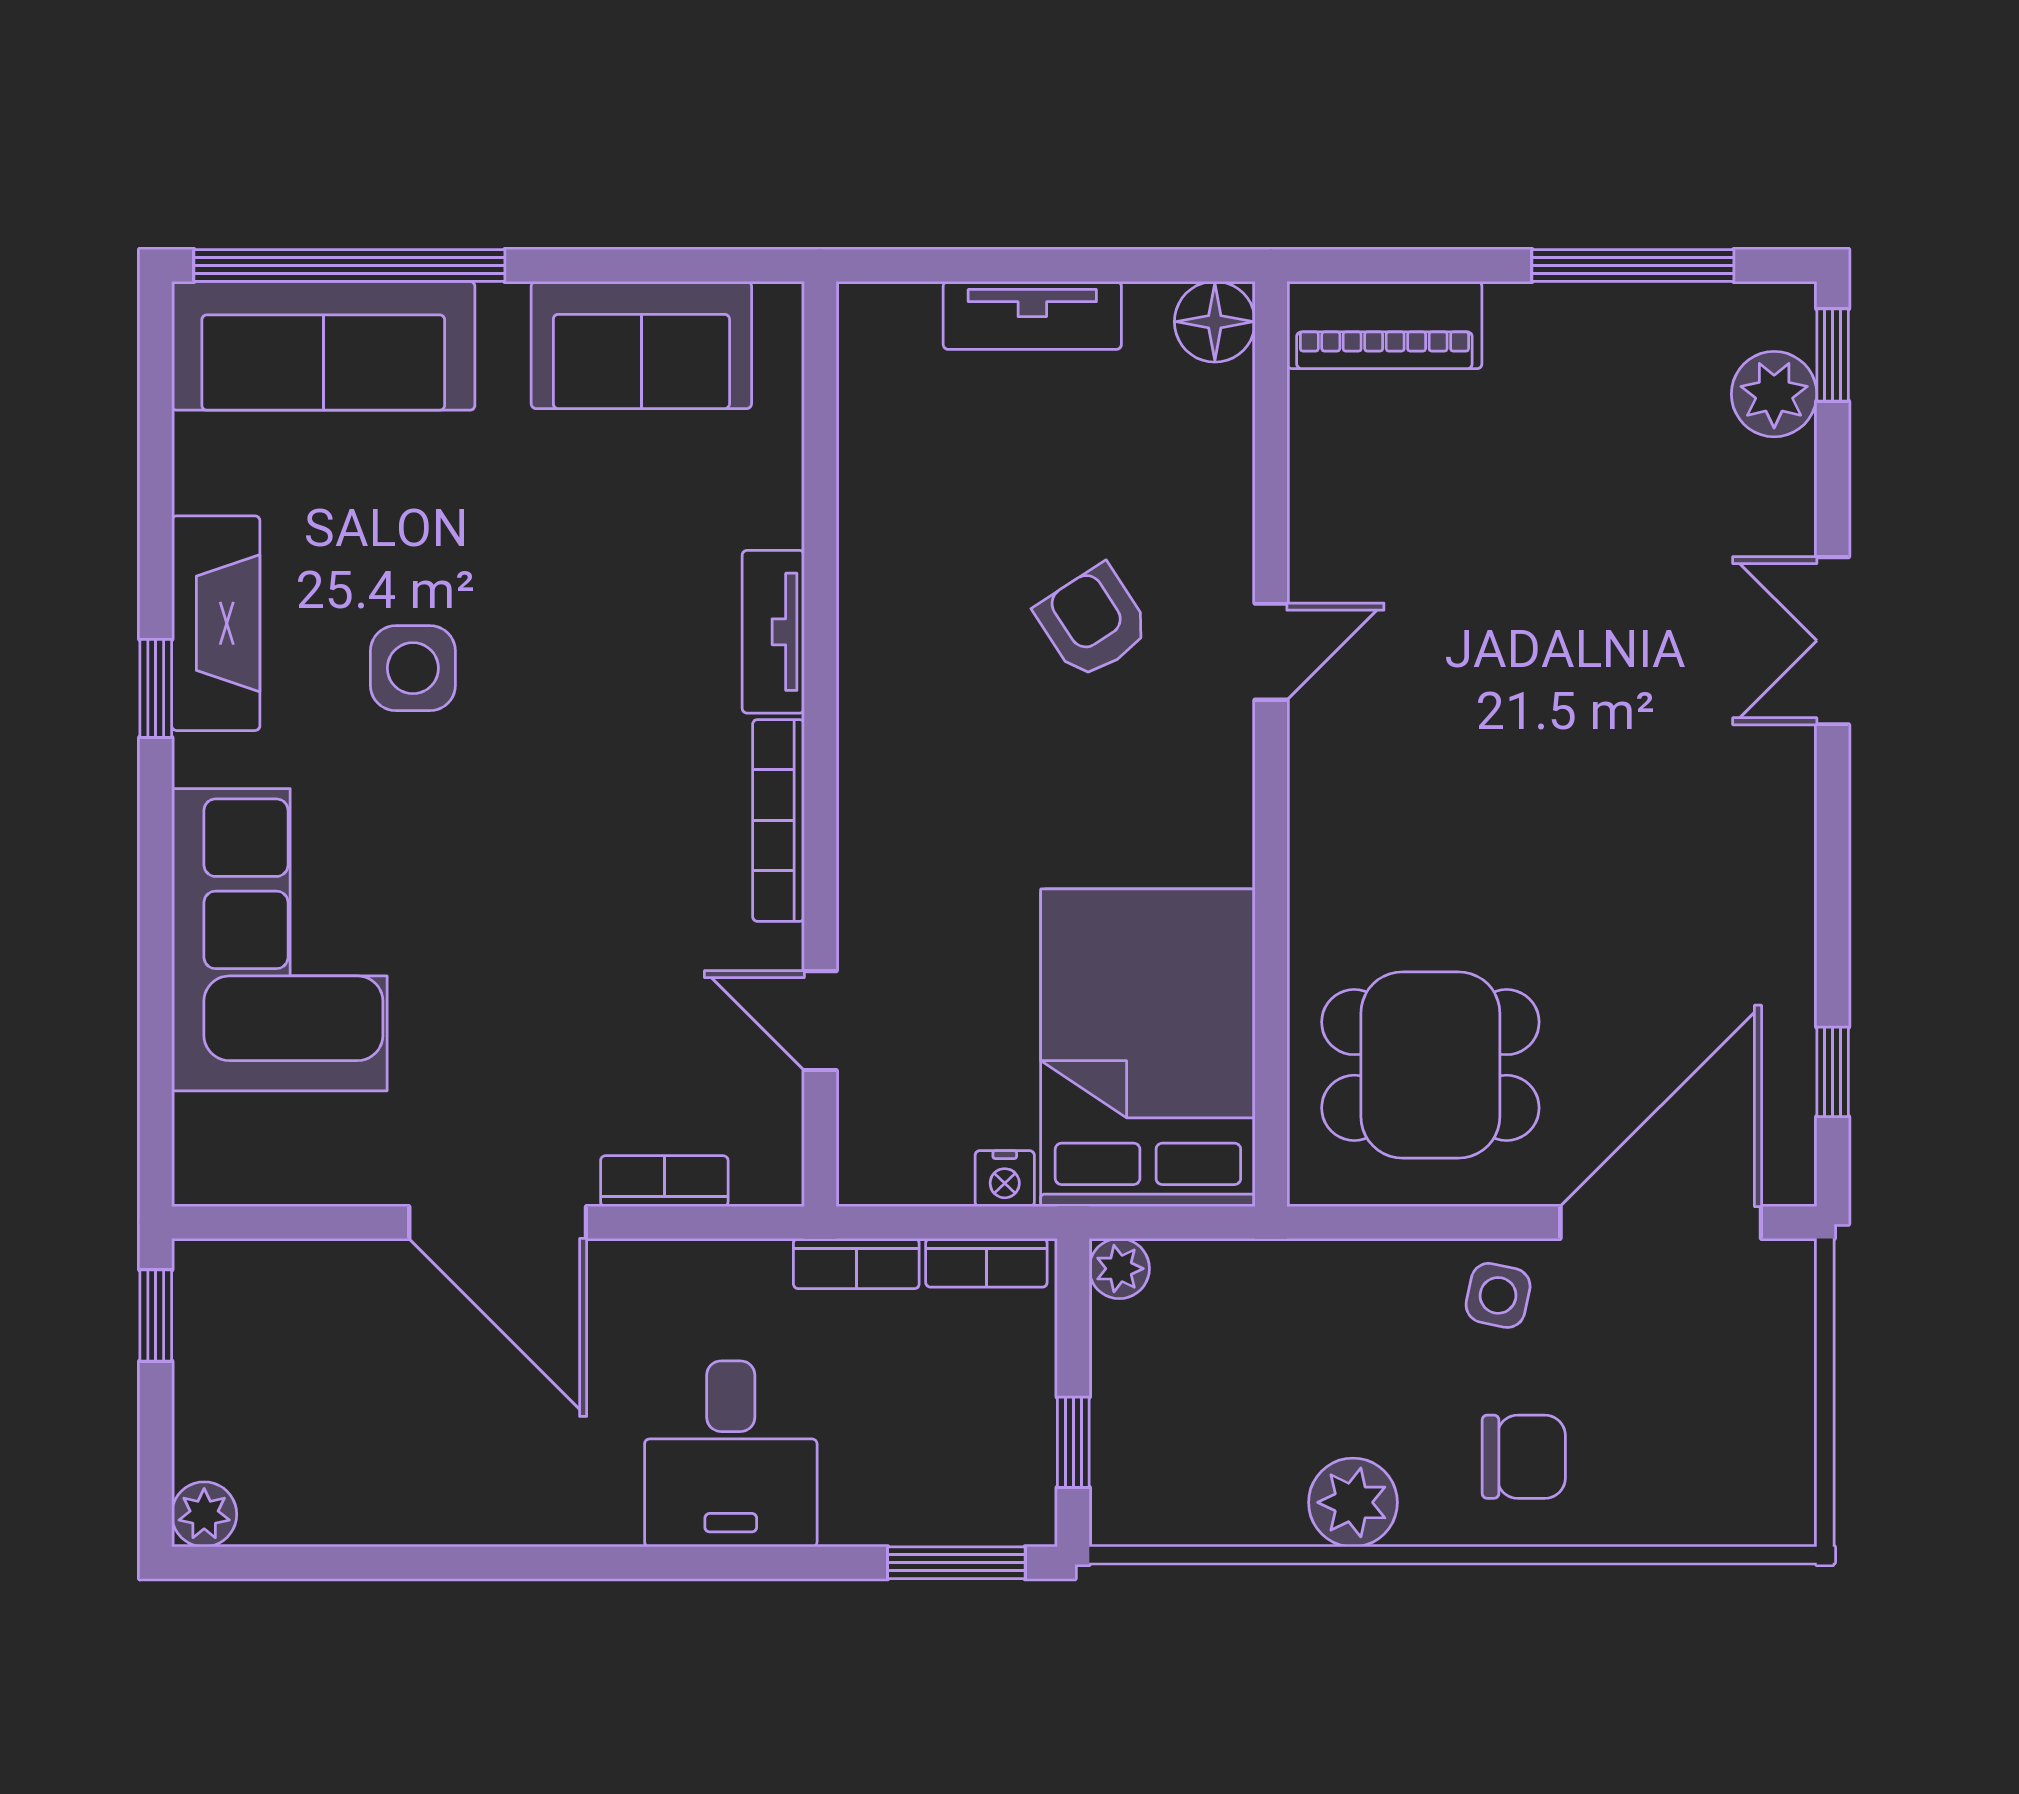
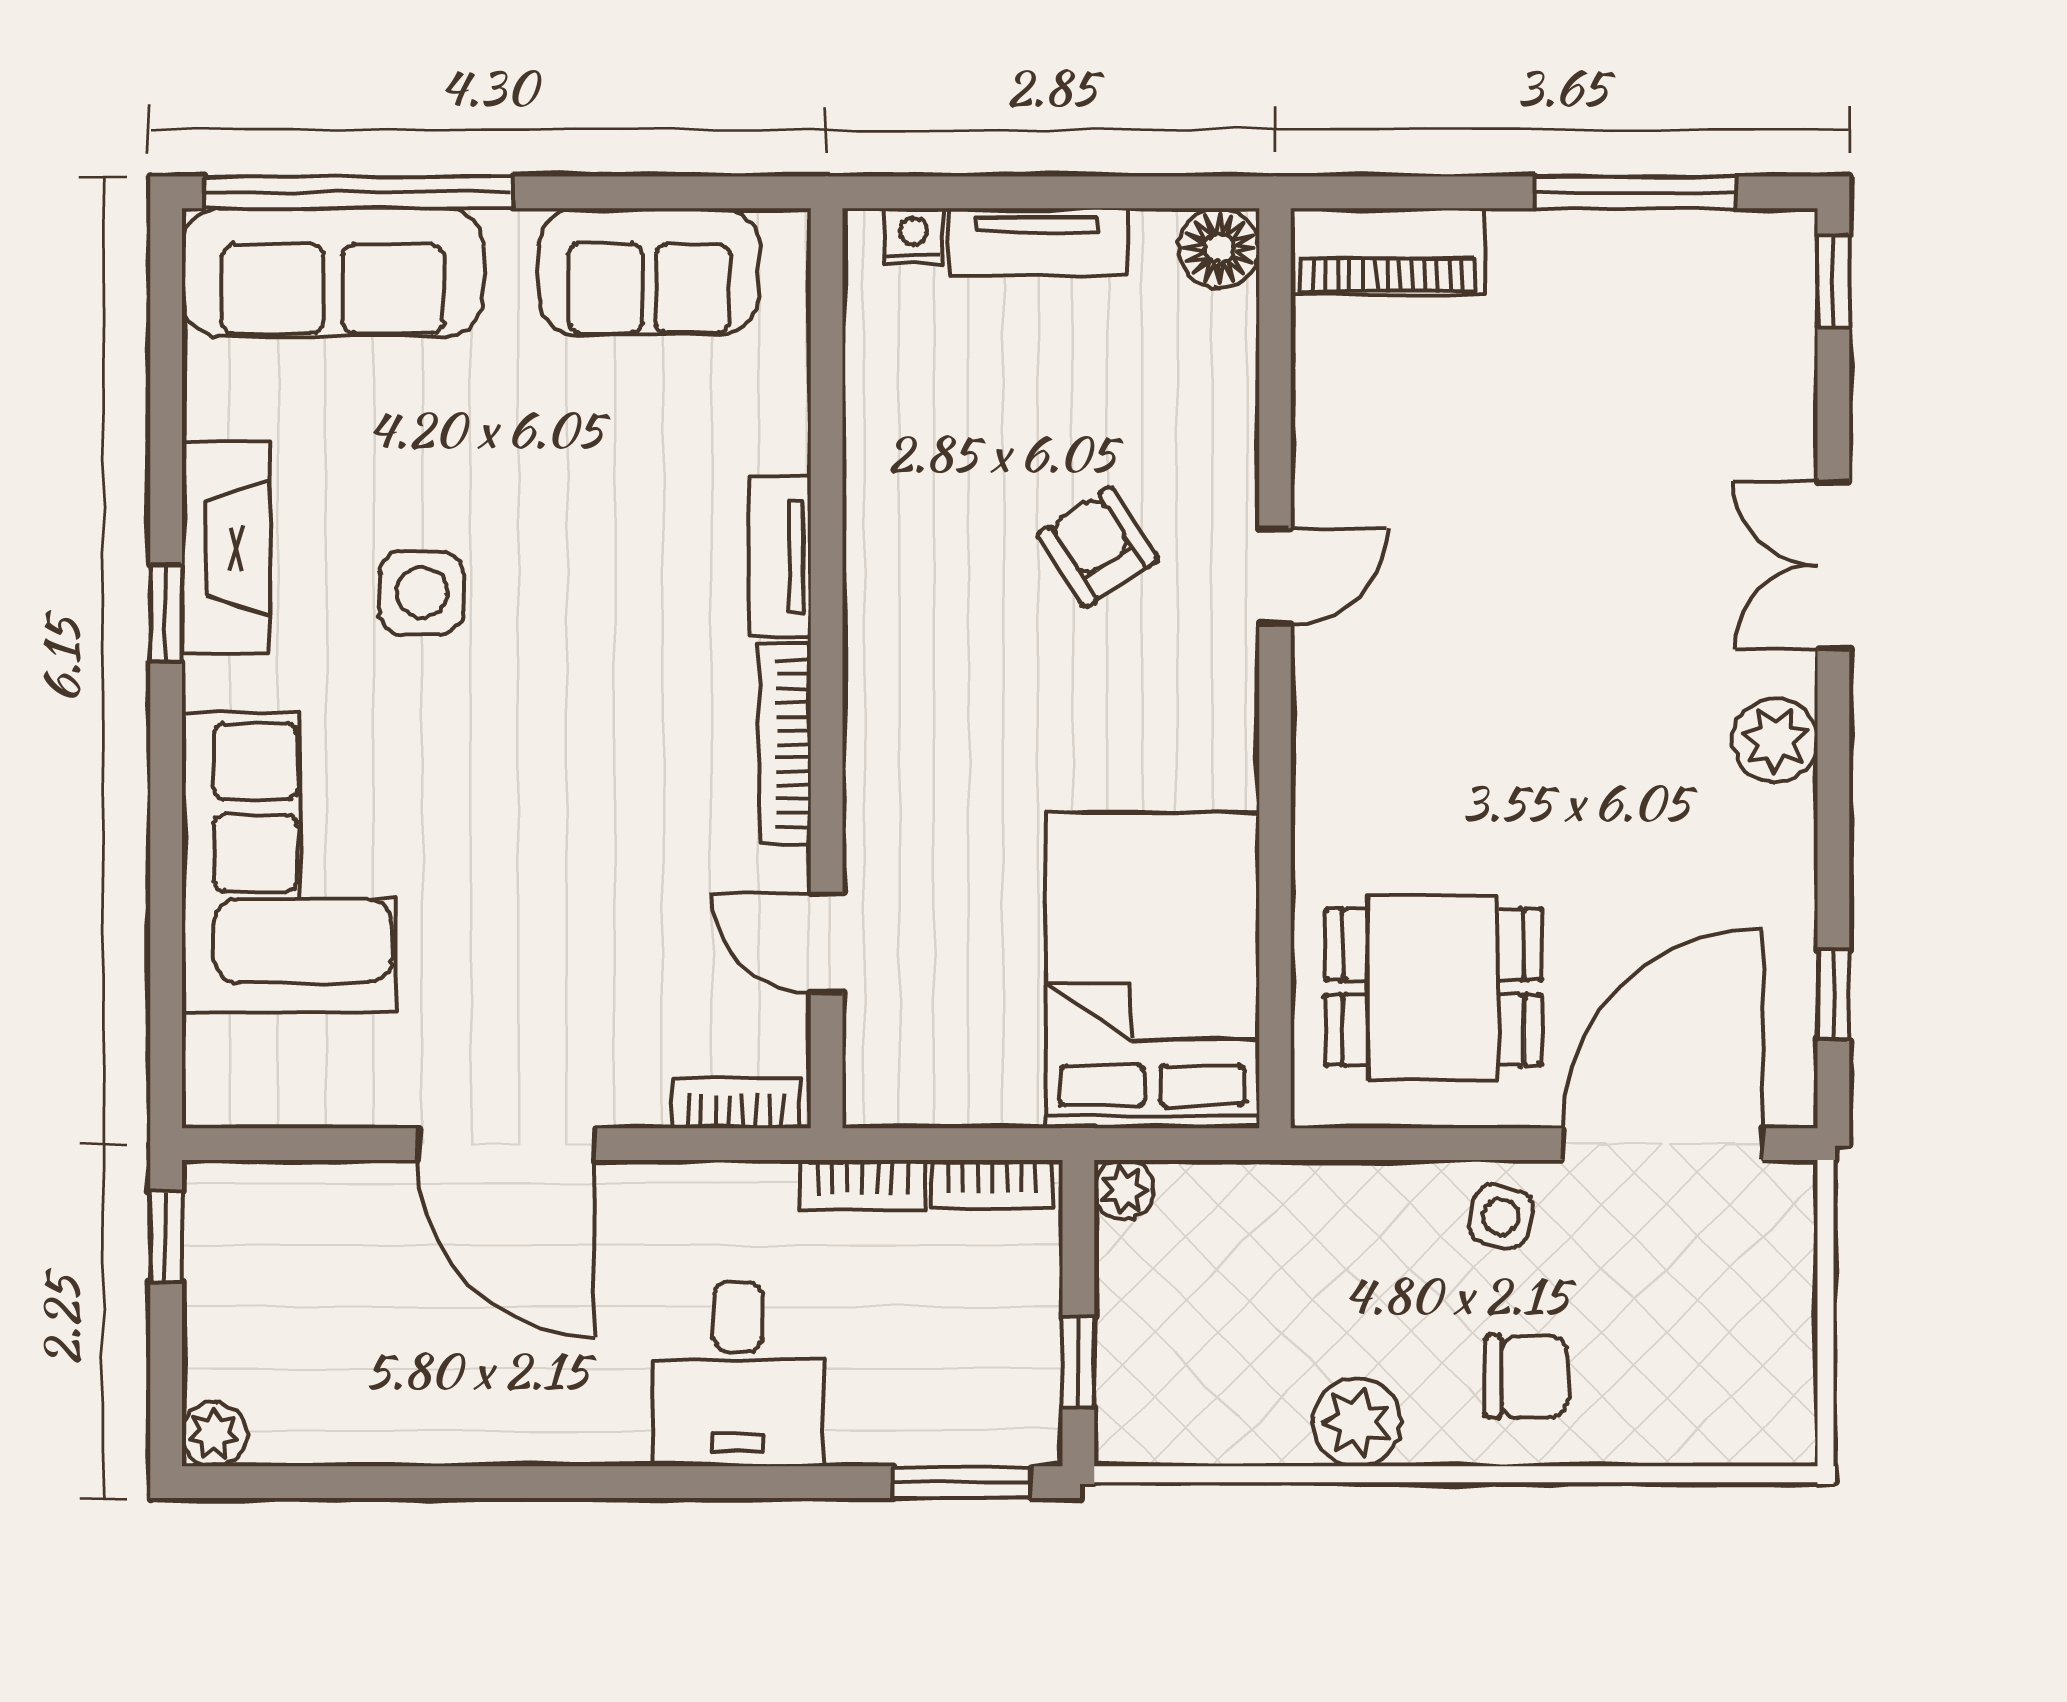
plant: (1774, 394) -> (1775, 740), moved
nightstand: (1005, 1179) -> (913, 236), moved, turned 180
bookcase: (664, 1181) -> (736, 1103), moved

